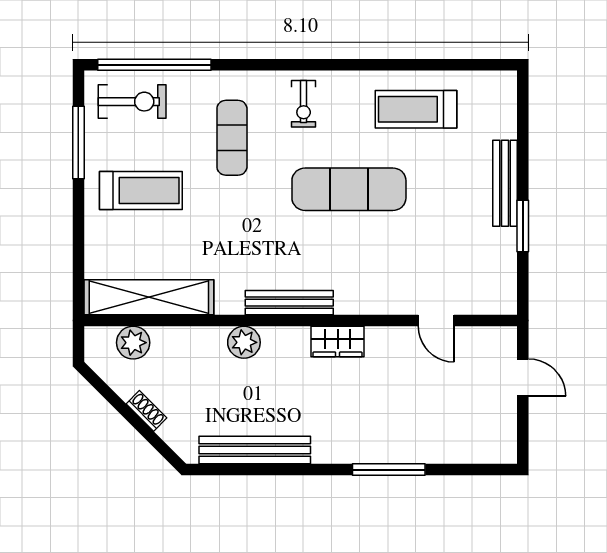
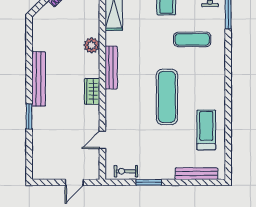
exercise bike: (304, 104) -> (126, 171), moved
bench: (505, 183) -> (196, 174), moved
bench: (255, 450) -> (39, 79), moved
window: (389, 470) -> (29, 116), width x0.69

